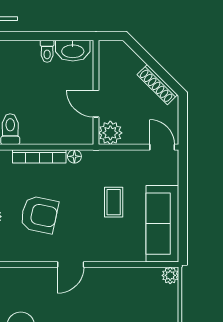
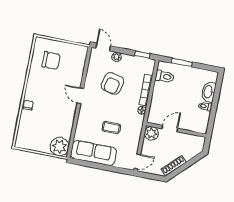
washbasin: (73, 51) -> (208, 92), moved
plant: (170, 275) -> (60, 147), width x1.88, depth x1.88

